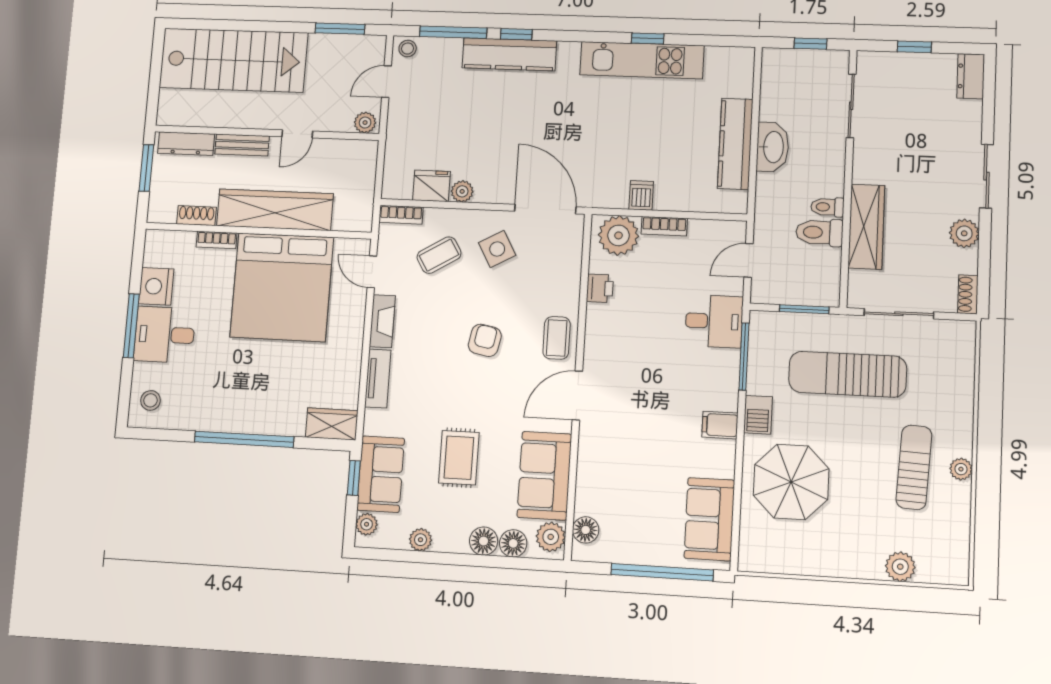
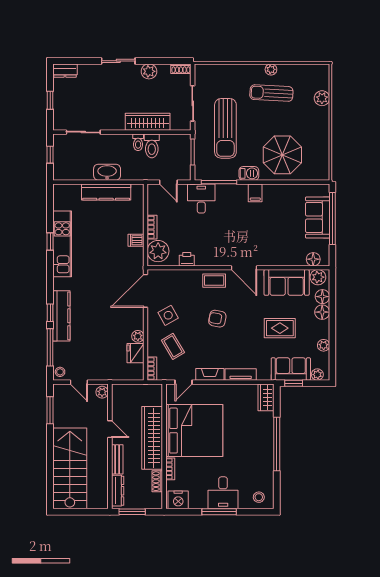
nightstand: (156, 286) -> (178, 500), moved
sofa: (709, 519) -> (318, 217), moved, turned 90

